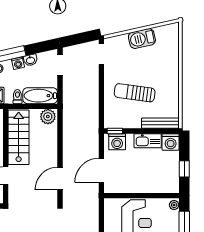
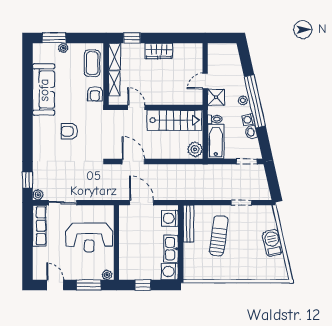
doorway: (101, 54) -> (241, 203), moved
bench: (160, 123) -> (188, 224), moved
window: (115, 131) -> (181, 216), removed

